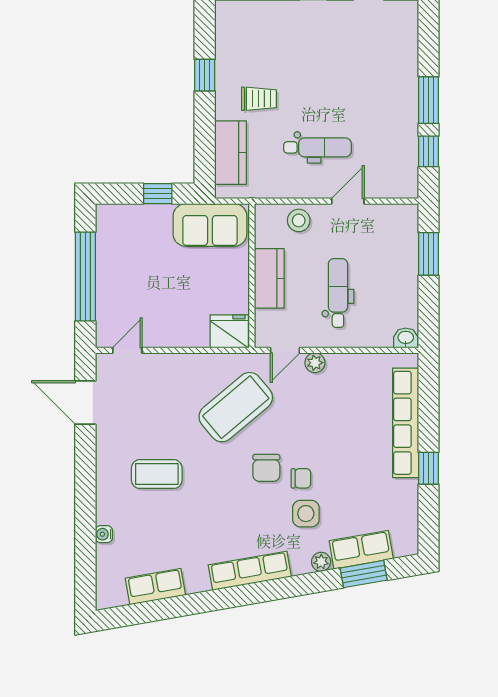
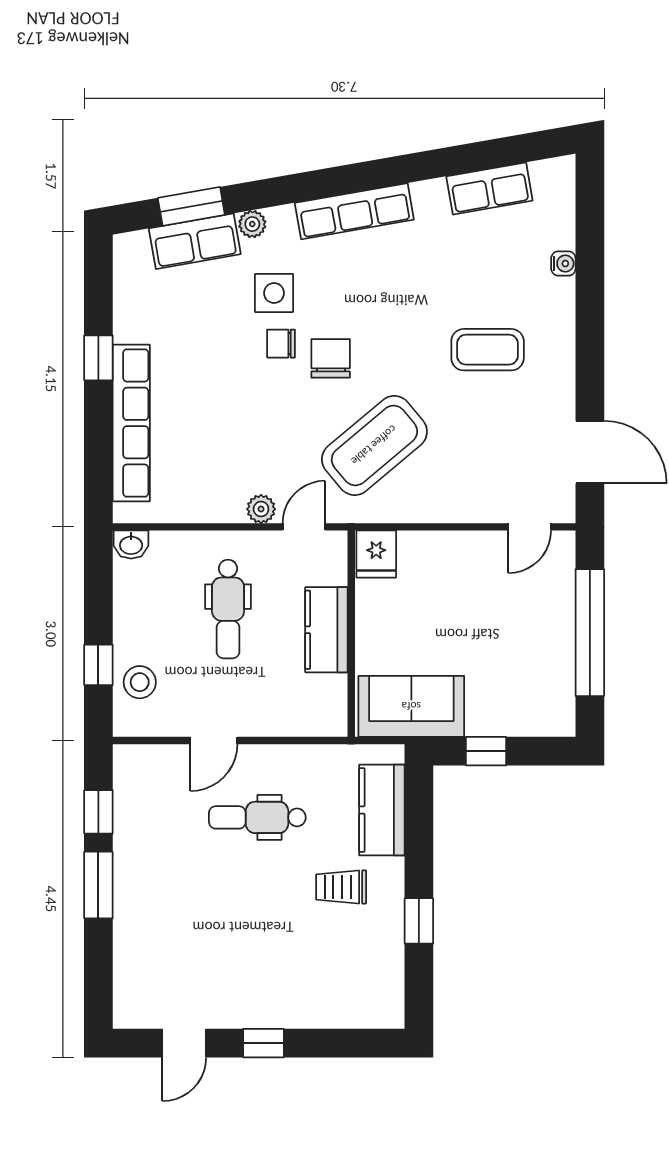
stool: (299, 220) -> (140, 682), moved
window: (428, 254) -> (98, 665), width x0.67
fridge: (229, 331) -> (376, 554), width x0.72

